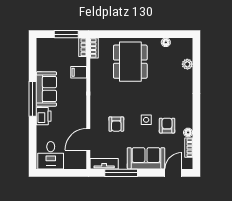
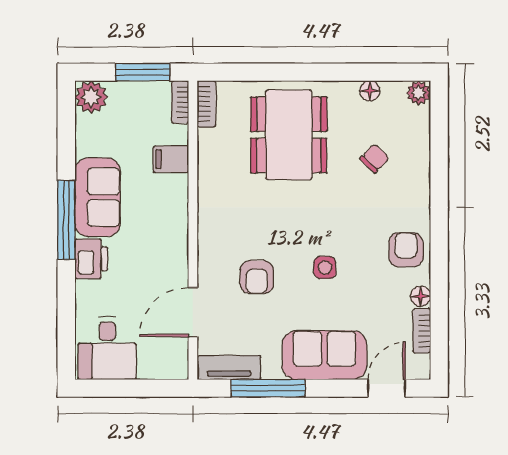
plant: (44, 45) -> (91, 97), added
plant: (187, 64) -> (419, 93), moved
chair: (168, 72) -> (375, 158), added
armchair: (167, 126) -> (406, 250), moved

